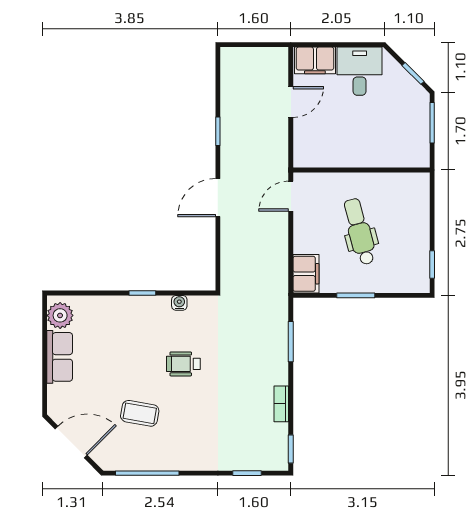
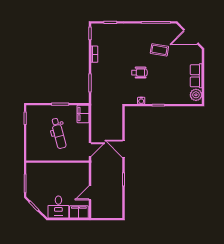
door: (218, 198) -> (124, 149), swing flipped

